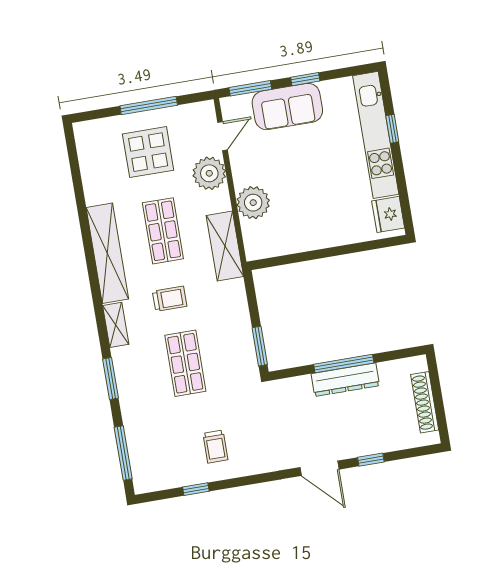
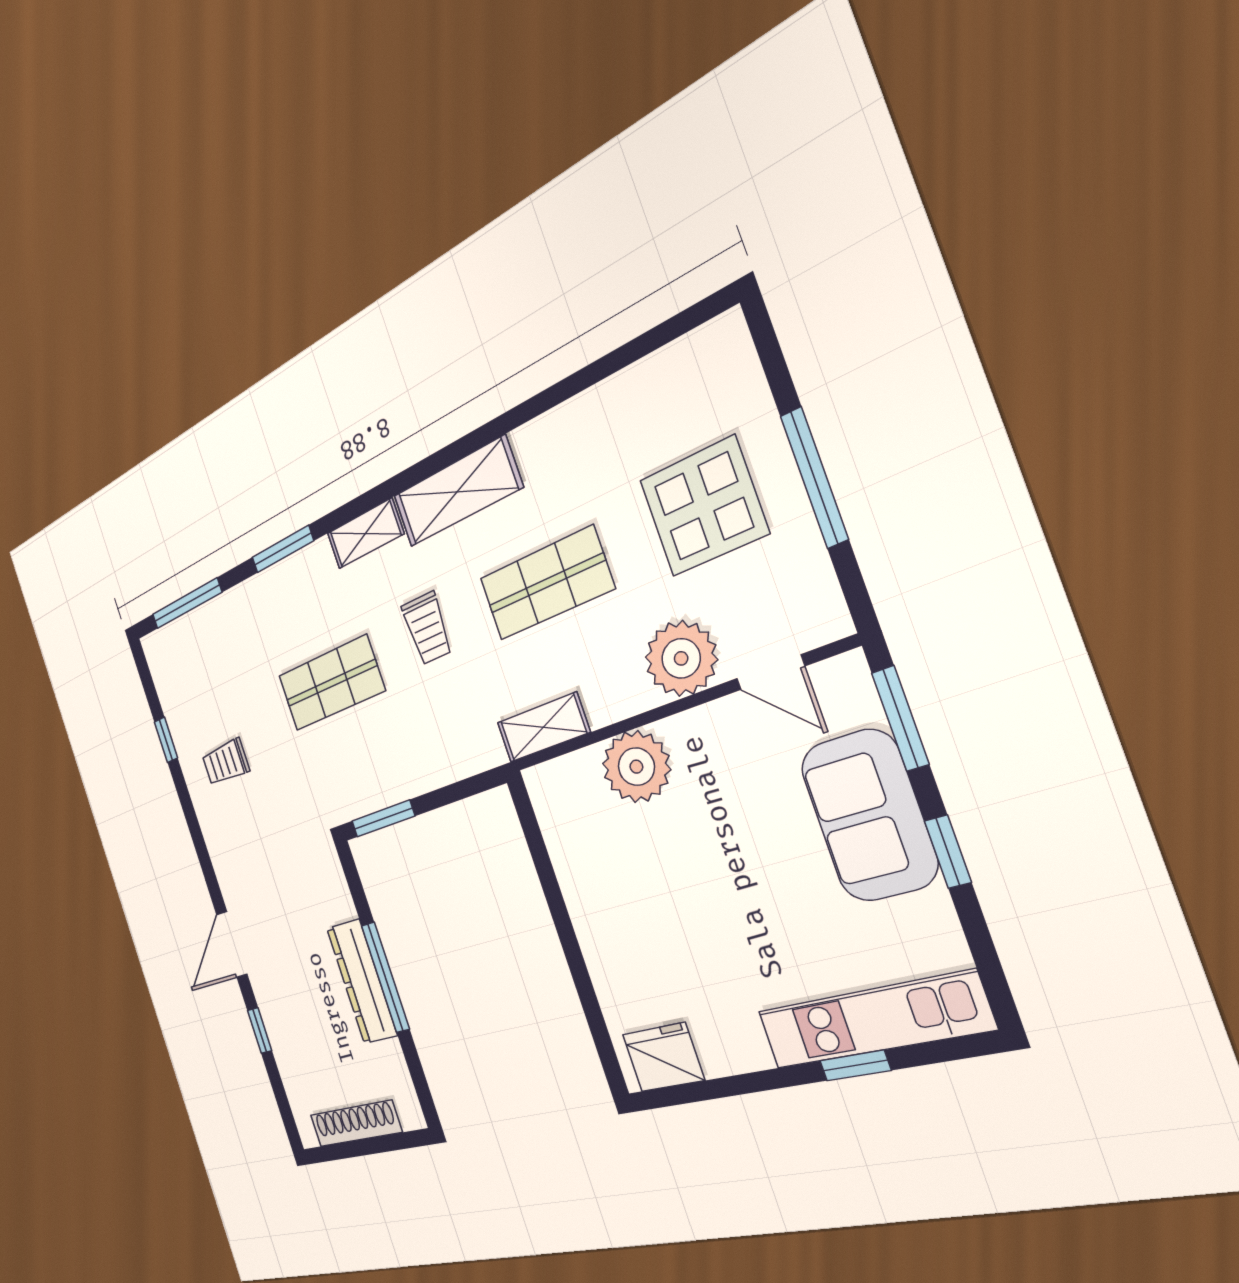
kitchen unit: (376, 135) -> (873, 1020), width x0.73
shelving: (225, 246) -> (543, 727), width x0.67, depth x0.75
shelving: (107, 253) -> (457, 492), width x0.68

